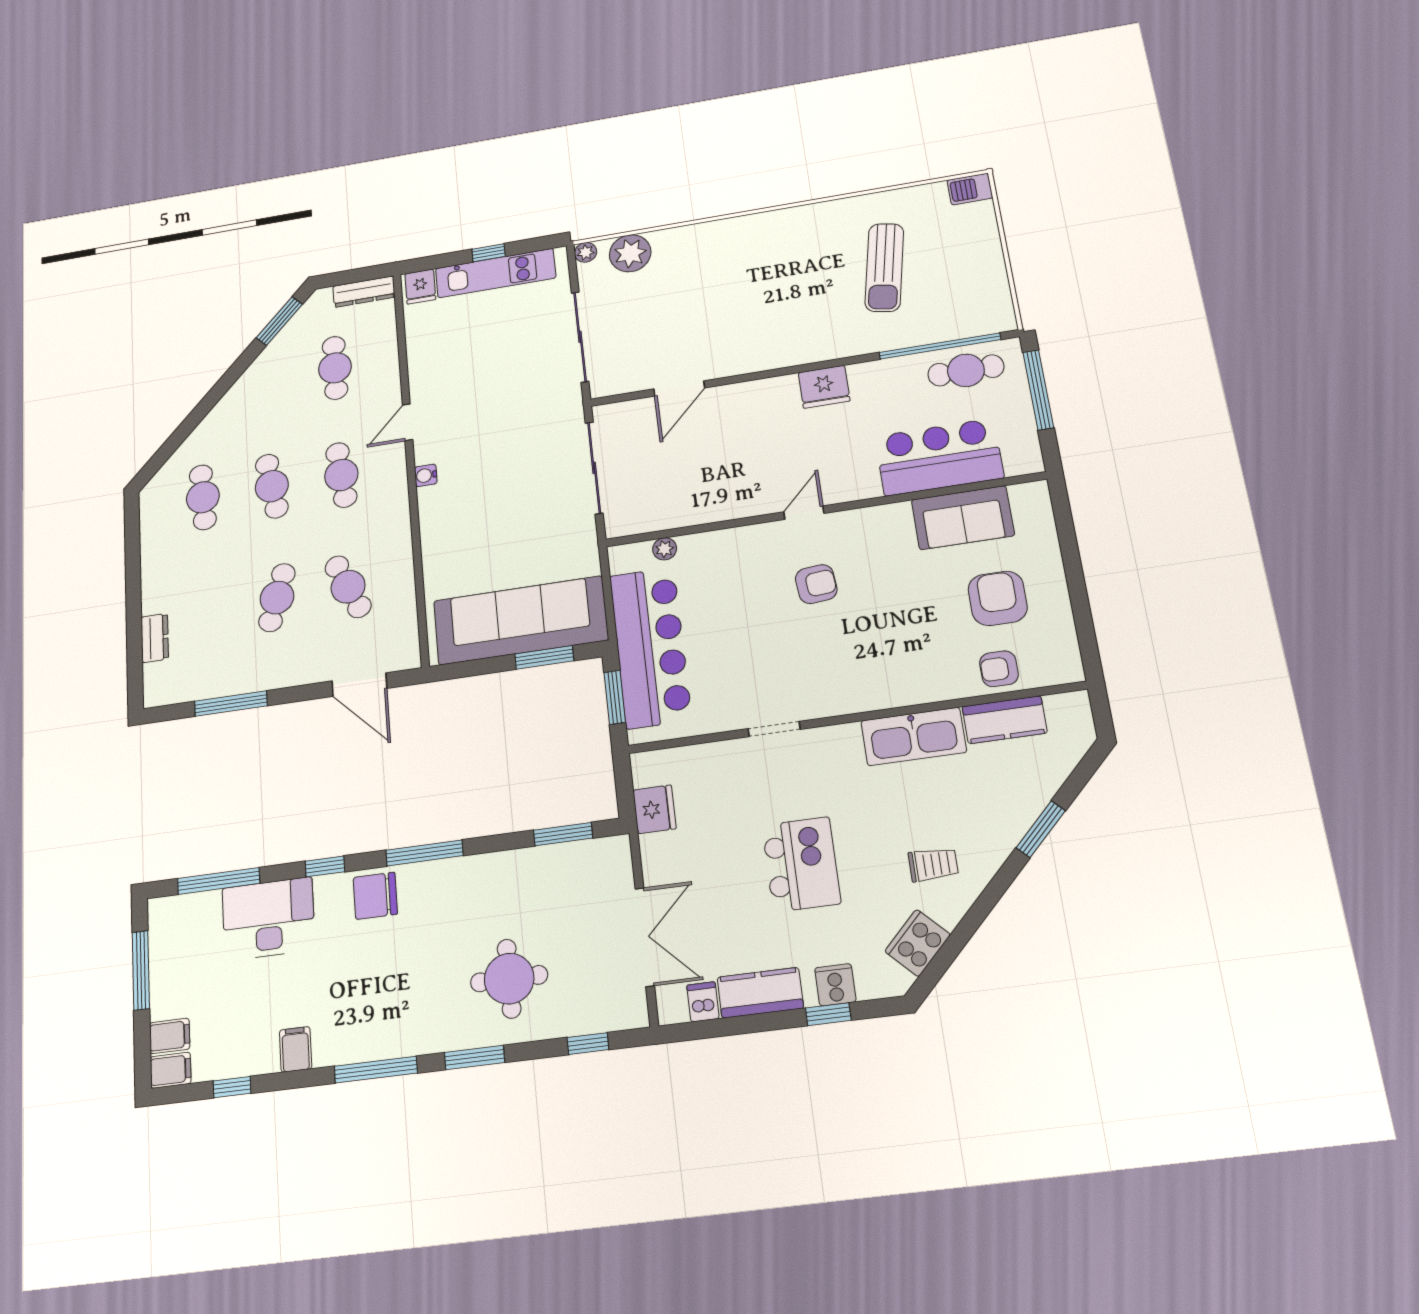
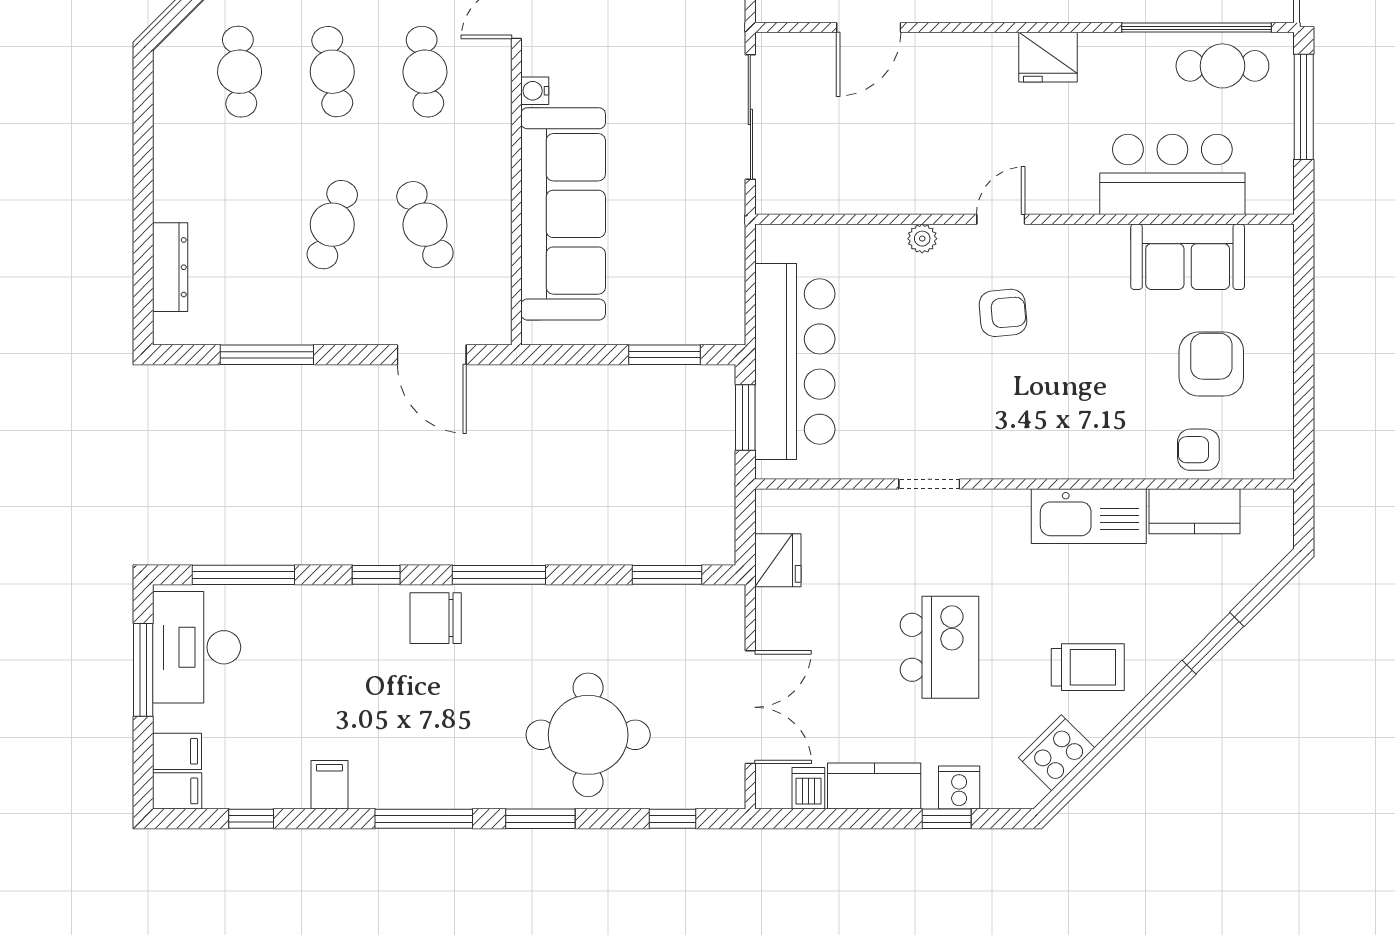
plant: (665, 549) -> (922, 239), moved
sofa: (521, 620) -> (563, 214), moved, turned 90
dresser: (155, 638) -> (170, 267), width x1.44
trolley: (933, 864) -> (1088, 667), width x1.36, depth x1.39
desk: (268, 919) -> (197, 647), moved, turned -90
round table: (509, 979) -> (588, 735), width x1.36, depth x1.36

